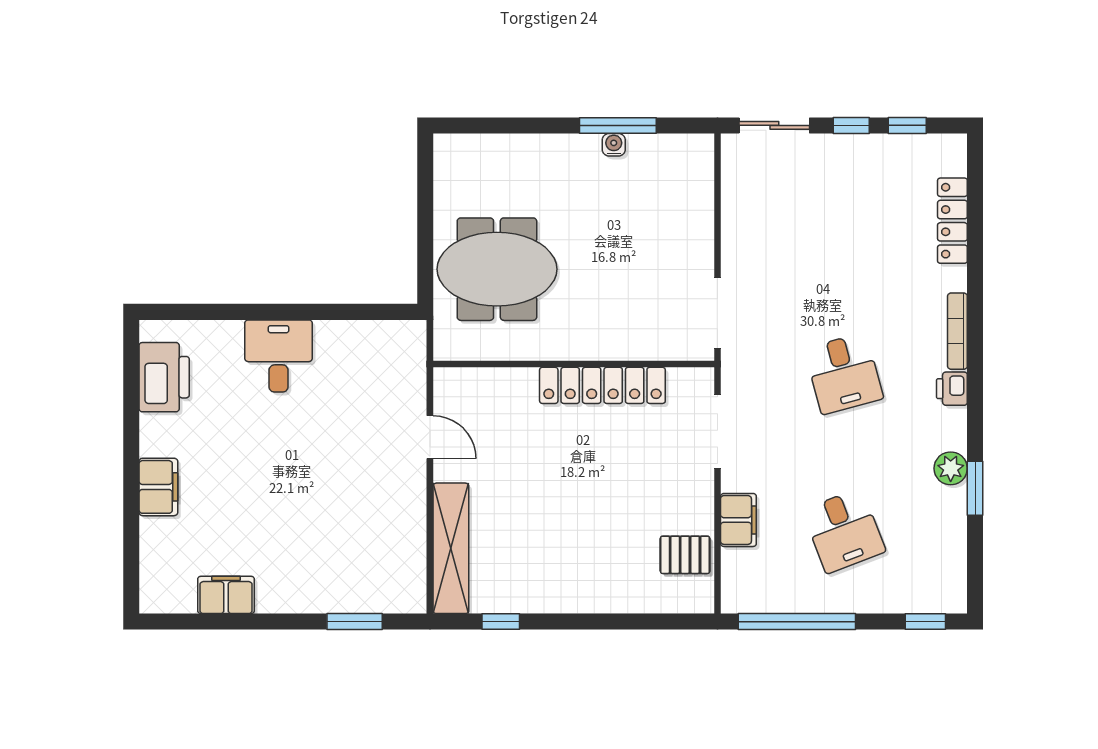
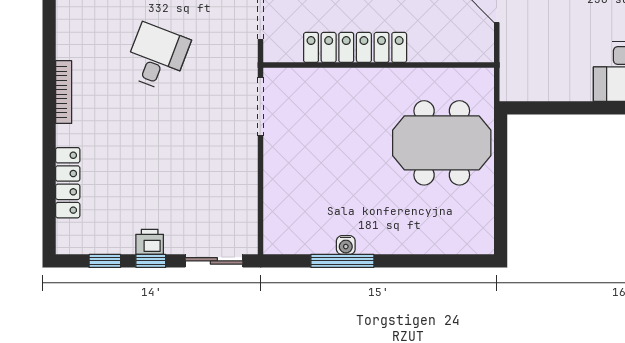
desk: (844, 374) -> (157, 57), turned 36
printer: (952, 389) -> (150, 242), moved, turned -90

